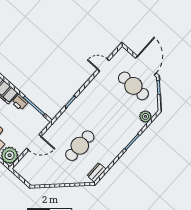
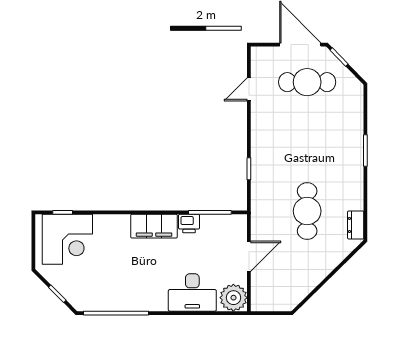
plant: (145, 116) -> (354, 106), removed

